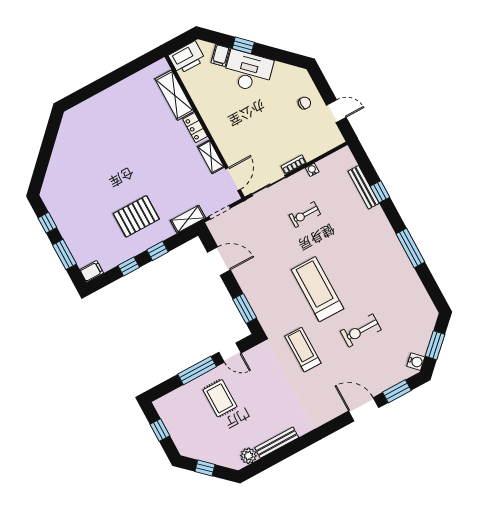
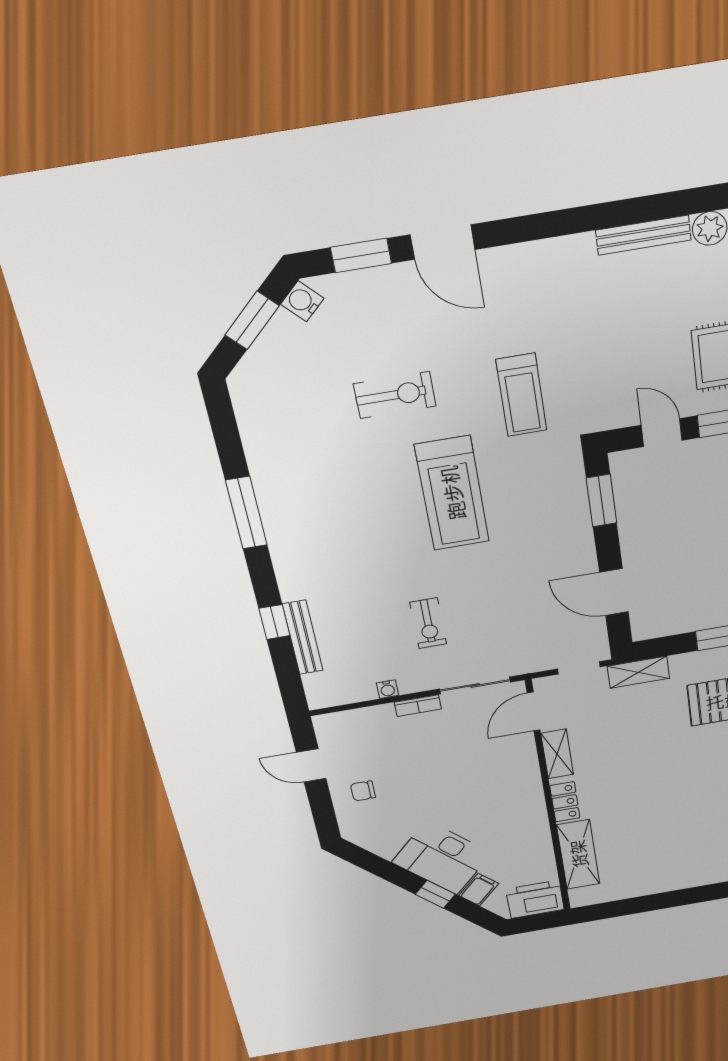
exercise bike: (305, 215) -> (428, 623), turned 90

